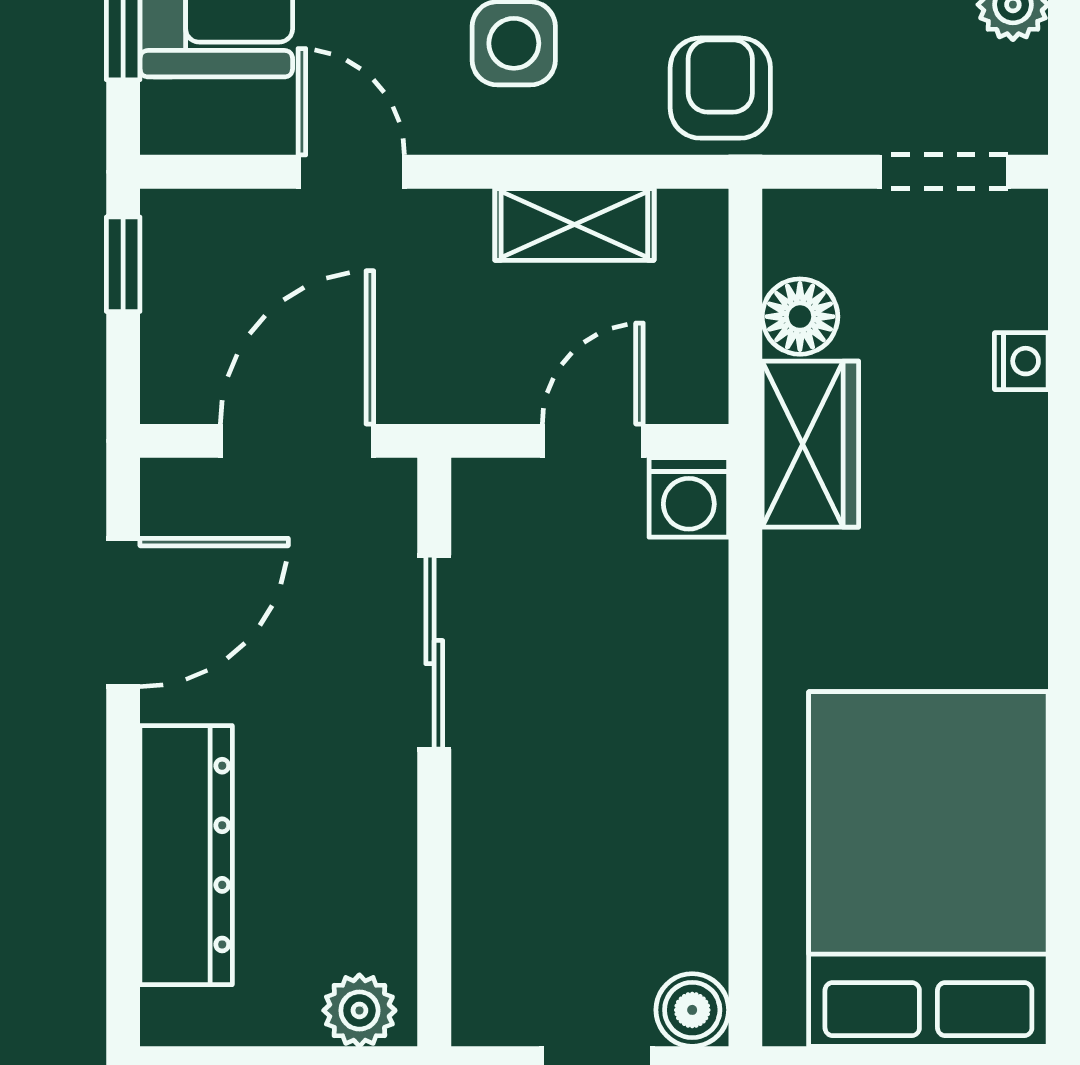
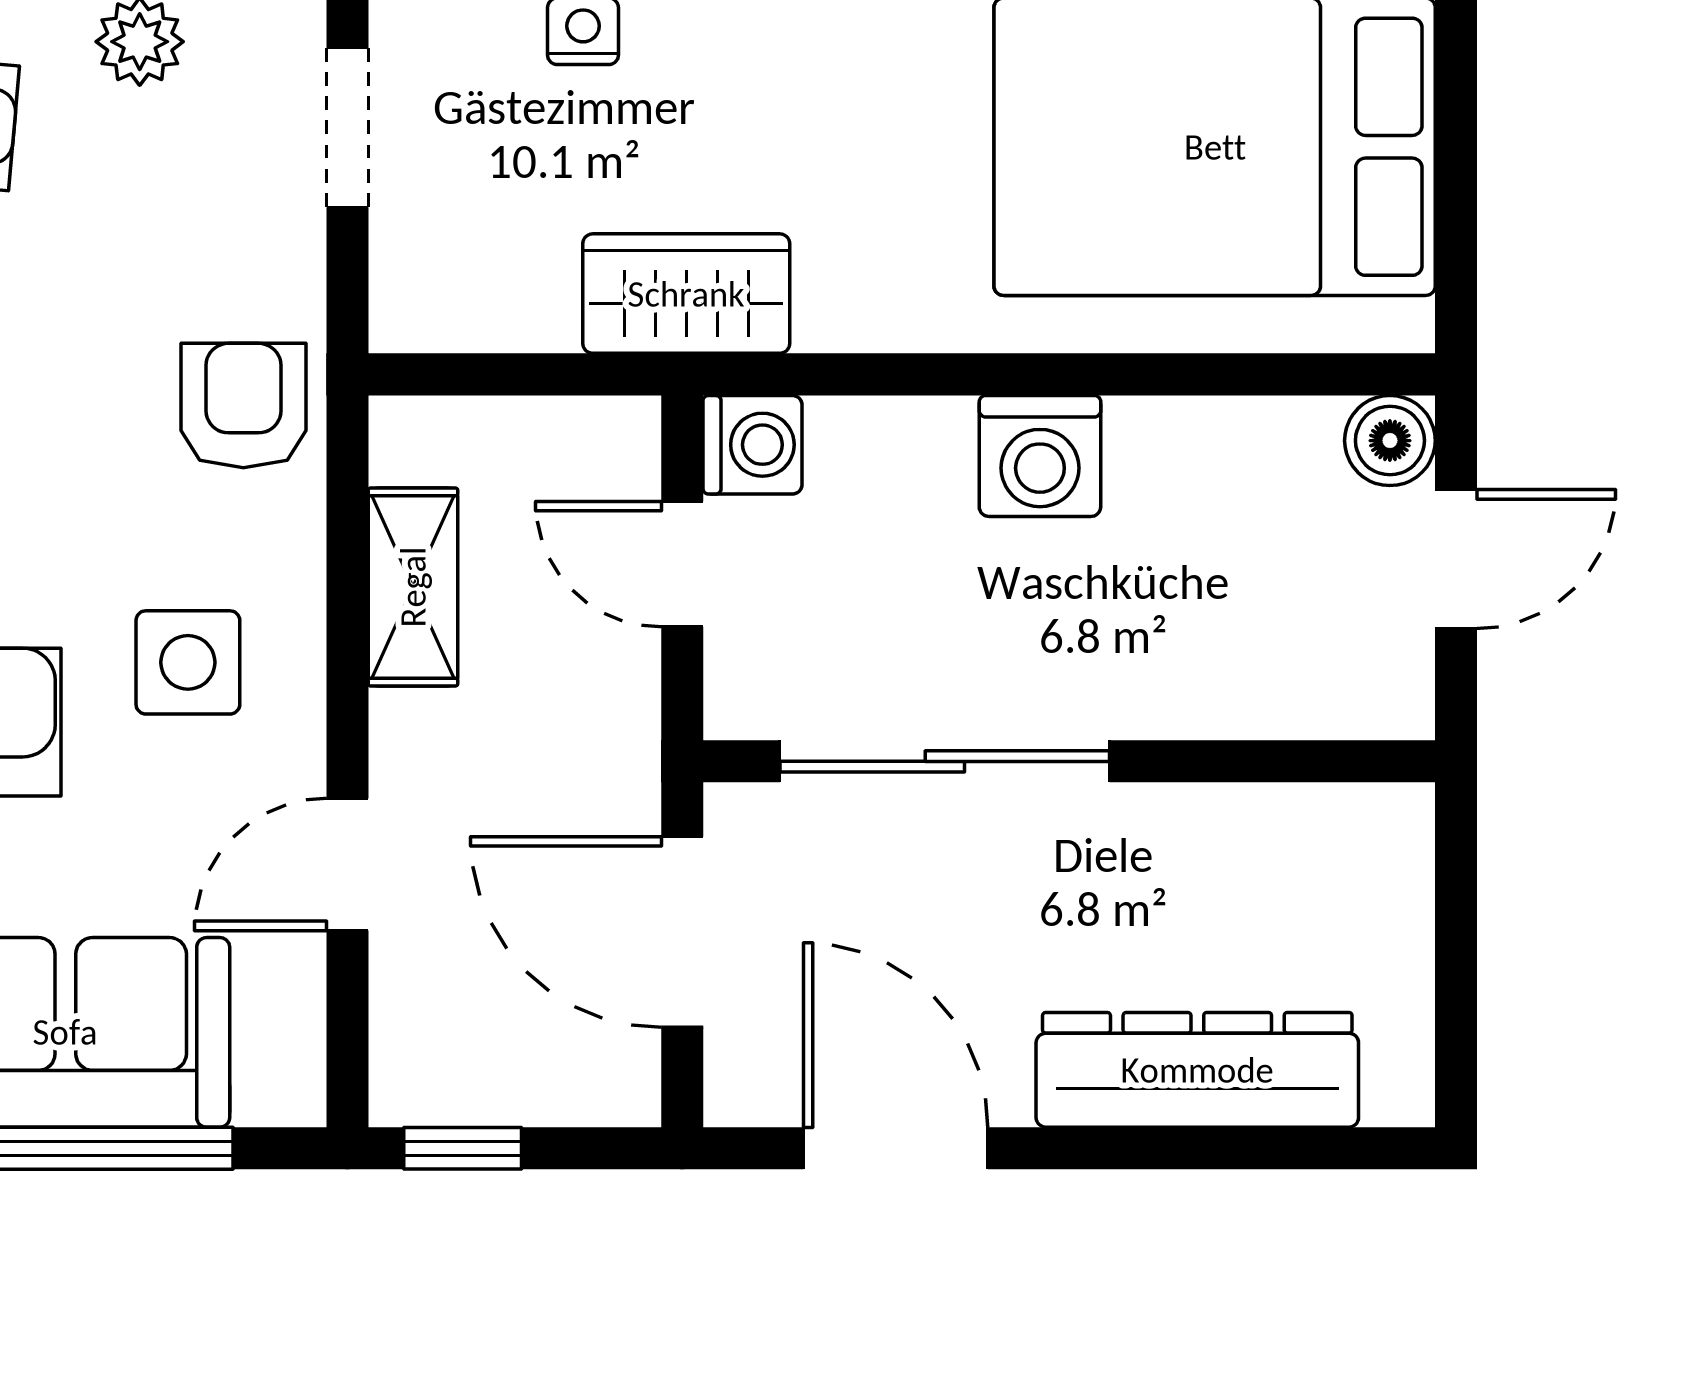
armchair: (720, 88) -> (243, 406), turned 90
floor lamp: (800, 317) -> (528, 306), removed
sliding door: (434, 652) -> (945, 761), width x1.37
washing machine: (680, 729) -> (1040, 456), added
plant: (359, 1010) -> (1391, 854), removed

